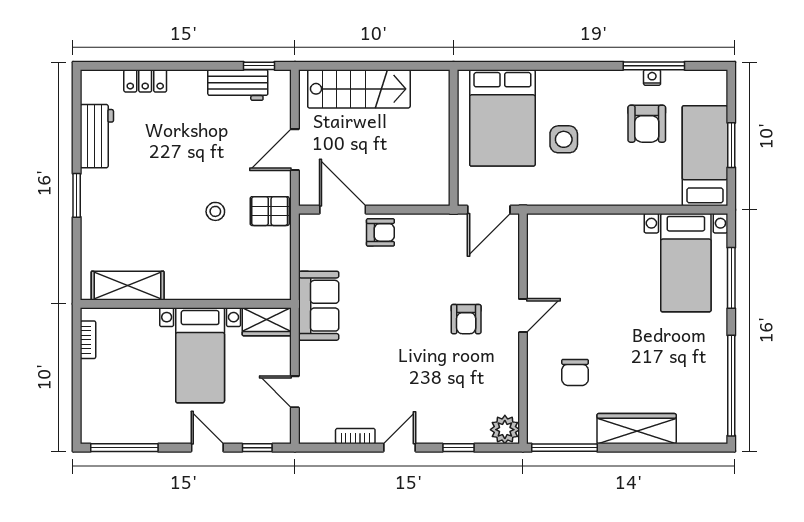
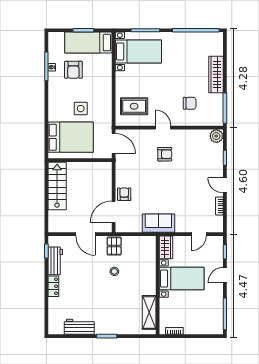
locker: (145, 81) -> (53, 286), moved
stairs: (359, 89) -> (57, 186), moved
armchair: (647, 124) -> (73, 70), turned 90
rug: (569, 254) -> (134, 106), added

